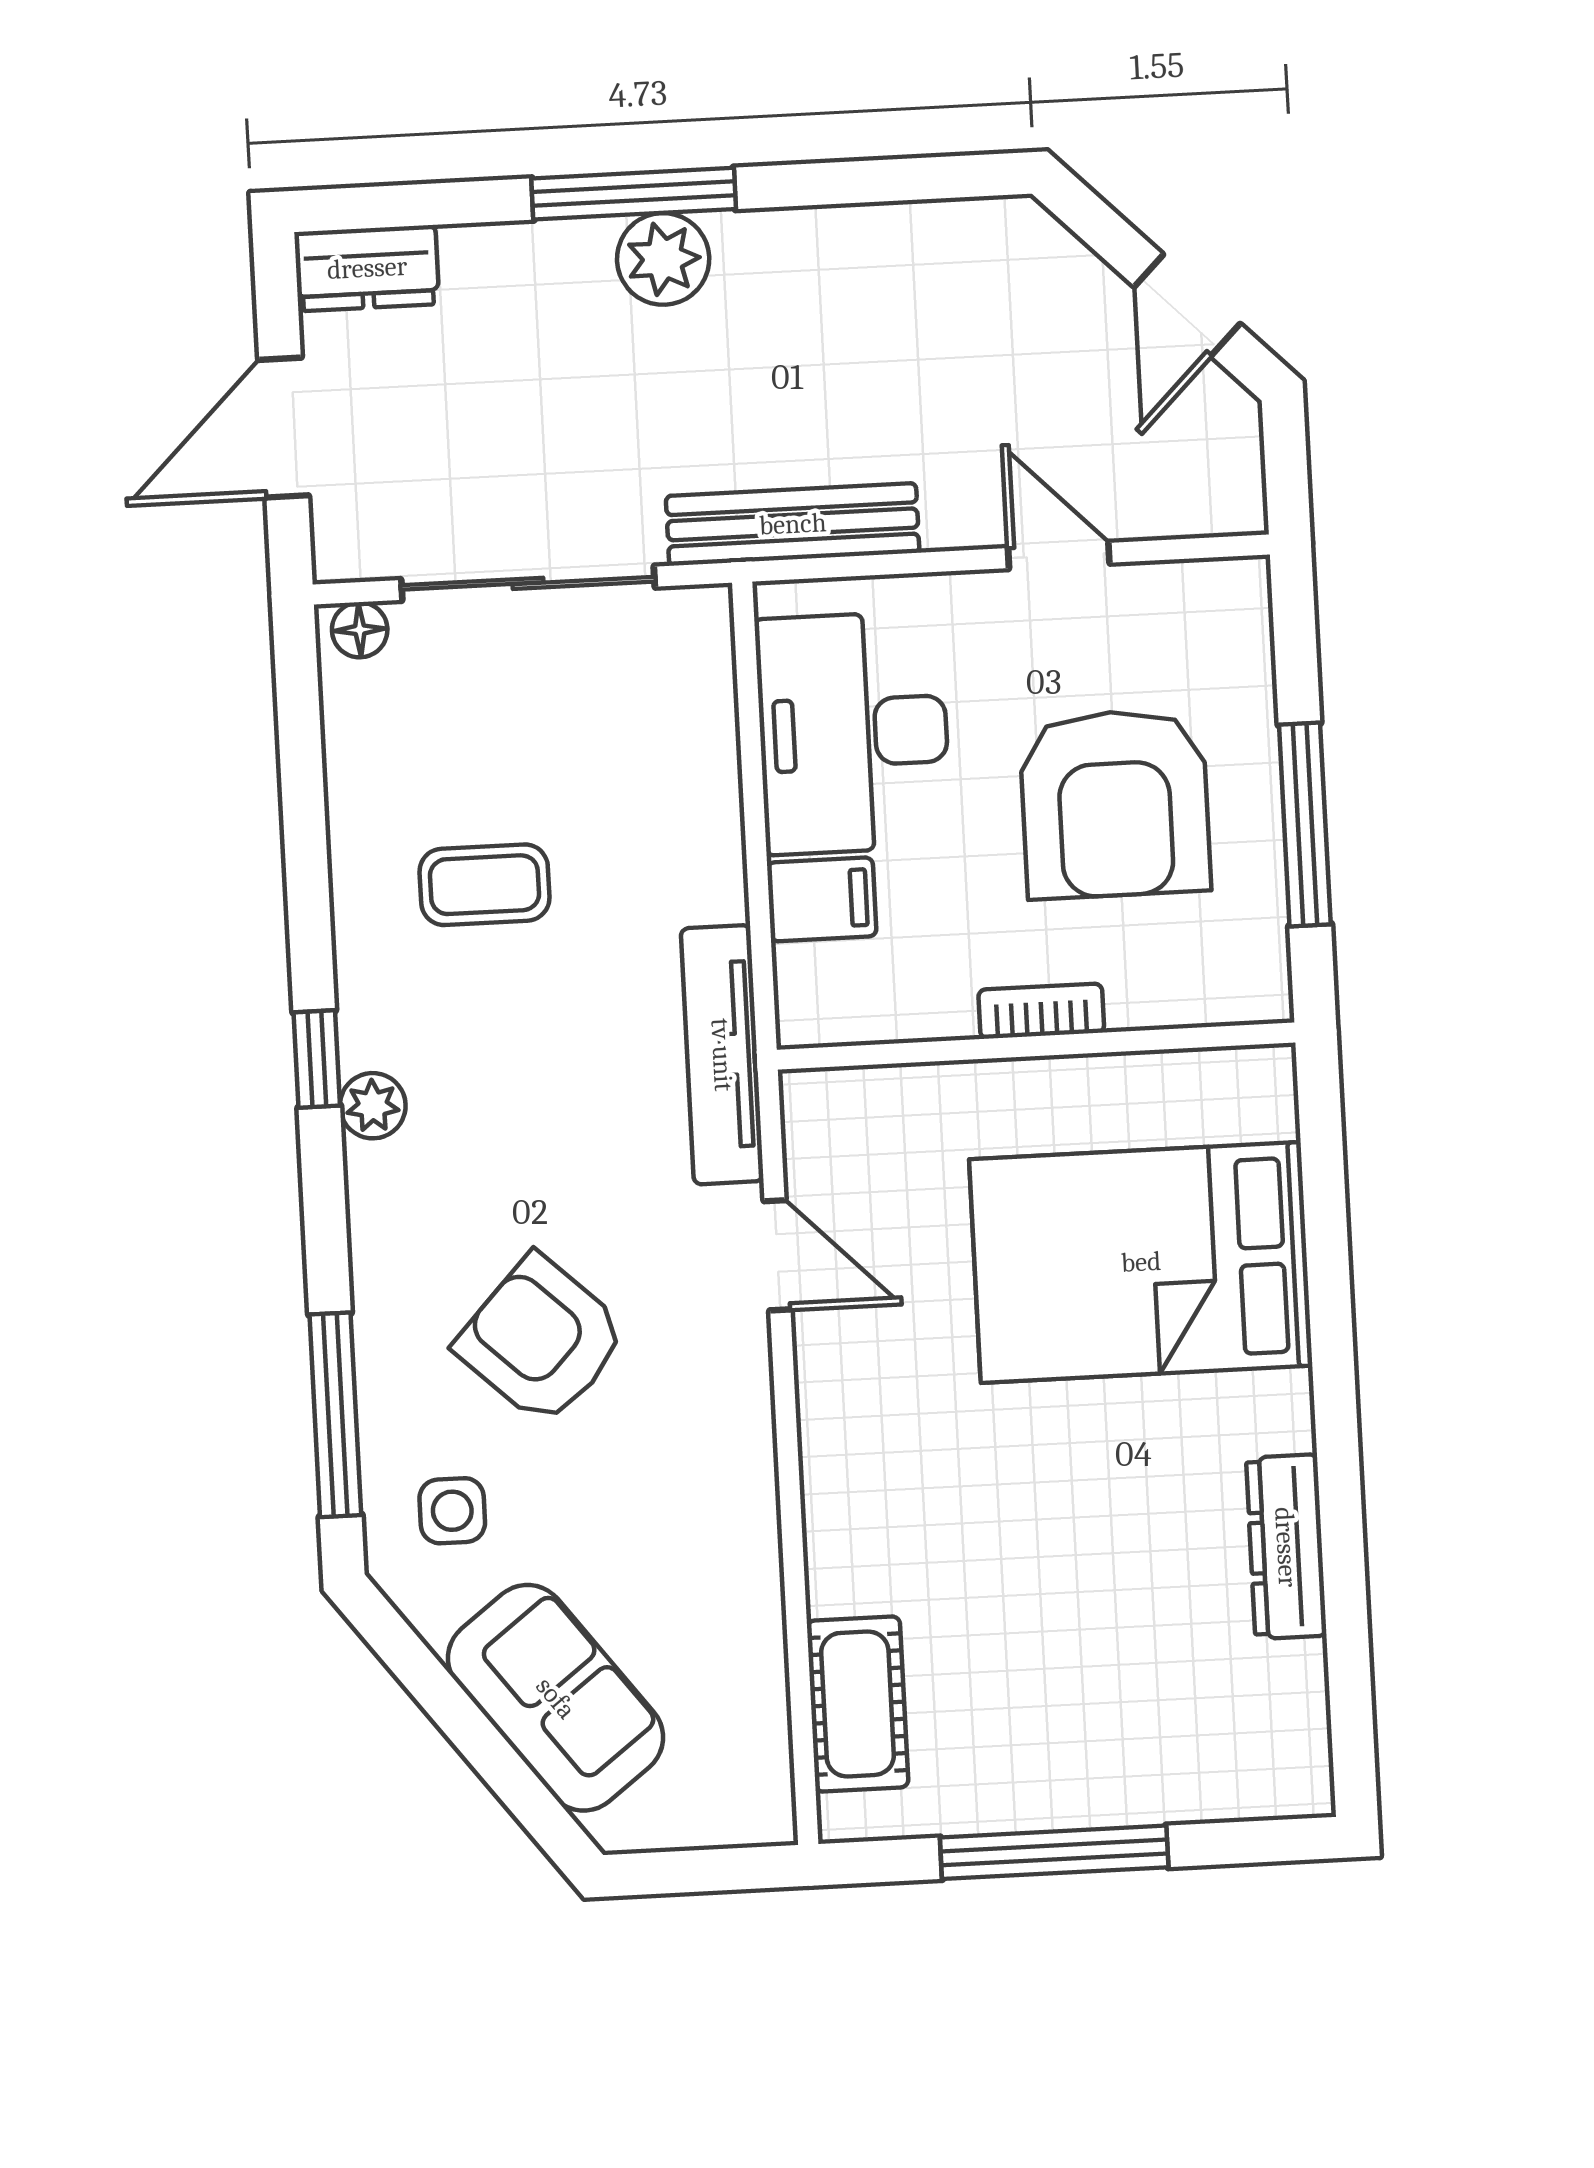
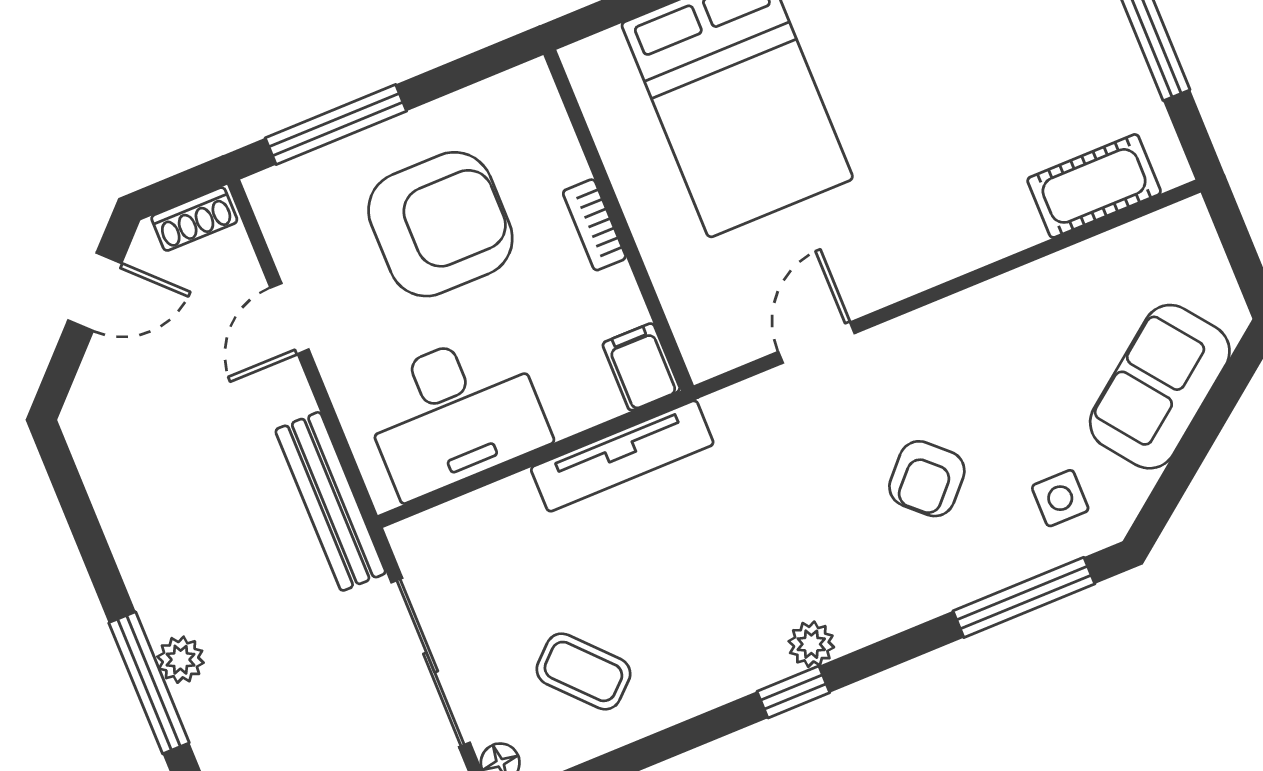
plant: (663, 259) -> (181, 660), width x0.73, depth x0.73
shoe rack: (1238, 474) -> (194, 219), added
window: (1305, 824) -> (336, 125), moved
coffee table: (485, 885) -> (583, 671), moved, turned -43
filing cabinet: (822, 899) -> (641, 367), moved
tv unit: (722, 1055) -> (622, 456), moved
armchair: (542, 1340) -> (927, 479), width x0.72, depth x0.72

